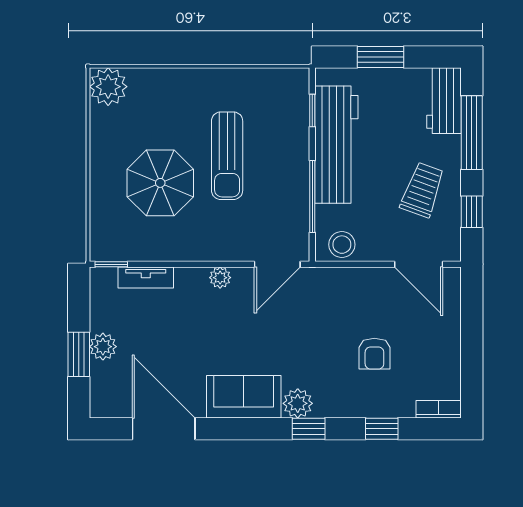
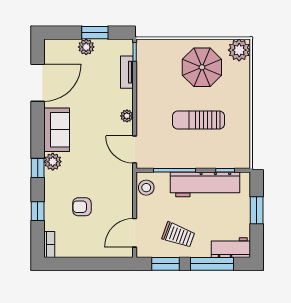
parasol: (160, 183) -> (202, 67), moved
window: (472, 212) -> (166, 264), width x1.50
window: (79, 354) -> (95, 33), moved

